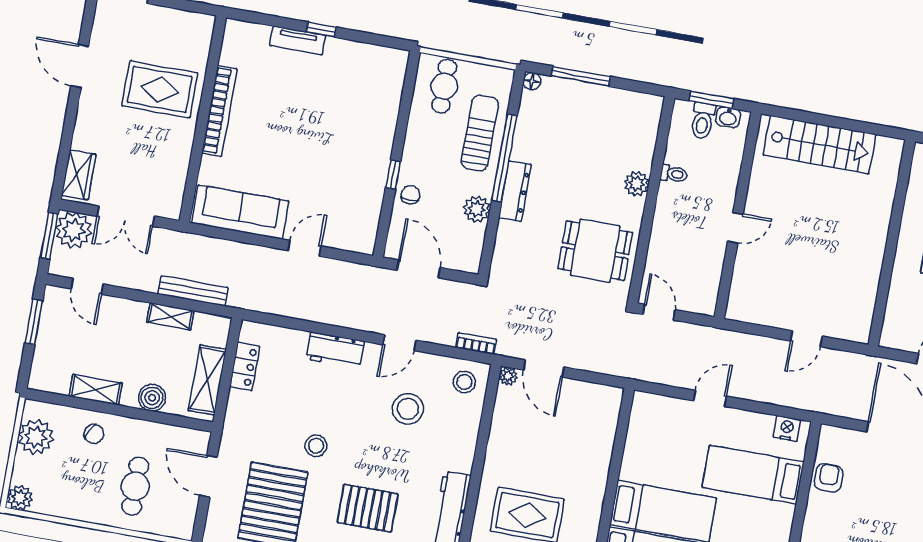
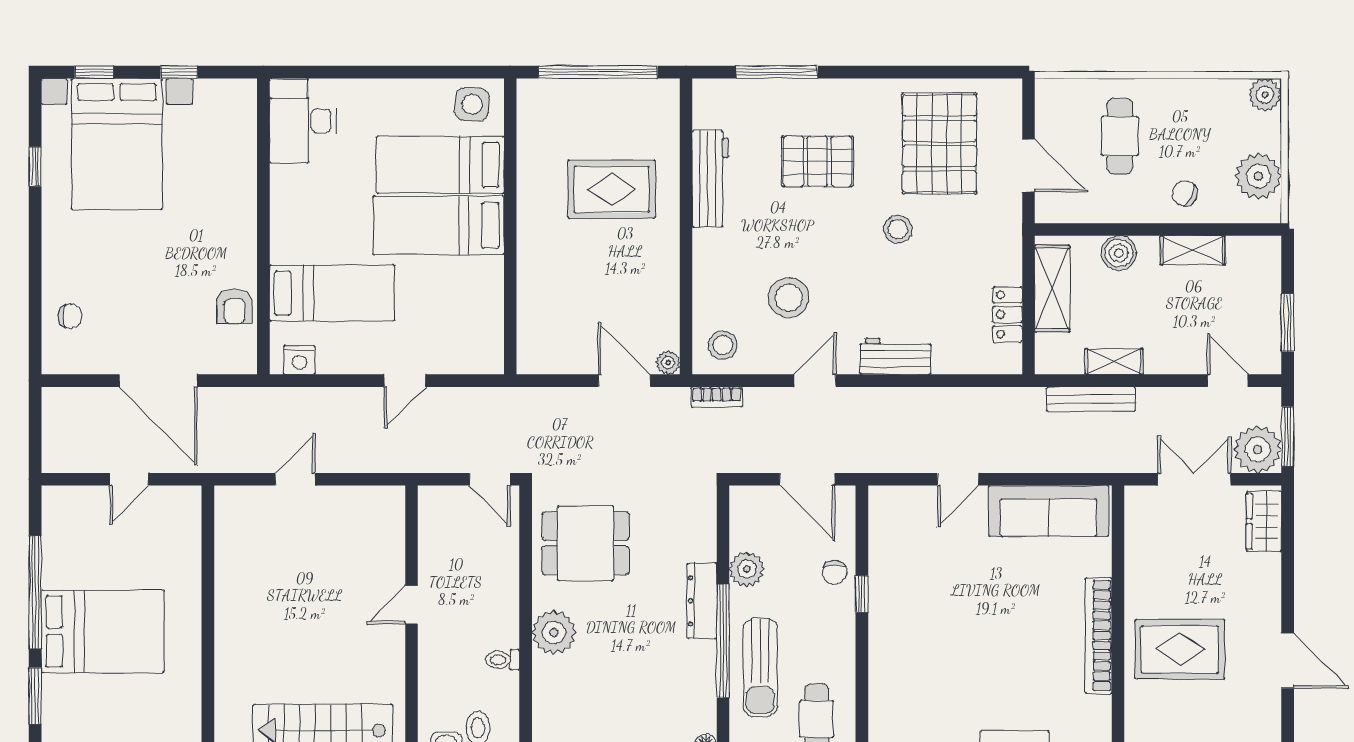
plant: (637, 184) -> (554, 633), width x1.36, depth x1.36

